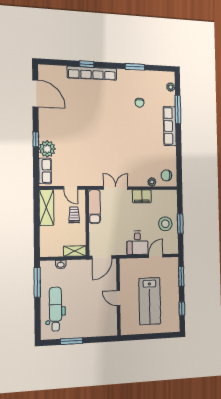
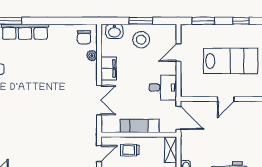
double door: (116, 188) -> (99, 100), swing flipped
washbasin: (172, 201) -> (114, 31), added
exam couch: (94, 207) -> (140, 126), moved
desk: (137, 243) -> (163, 88), moved
door: (156, 256) -> (178, 52), hinge flipped

